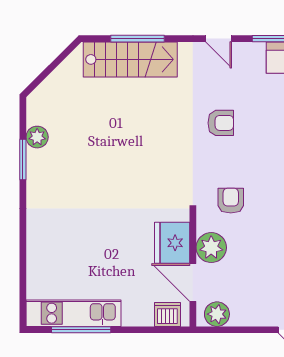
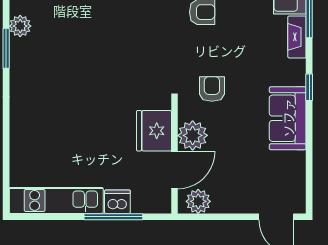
door: (193, 283) -> (174, 170), swing flipped
dishwasher: (167, 314) -> (117, 202), moved
window: (81, 330) -> (113, 217), moved

